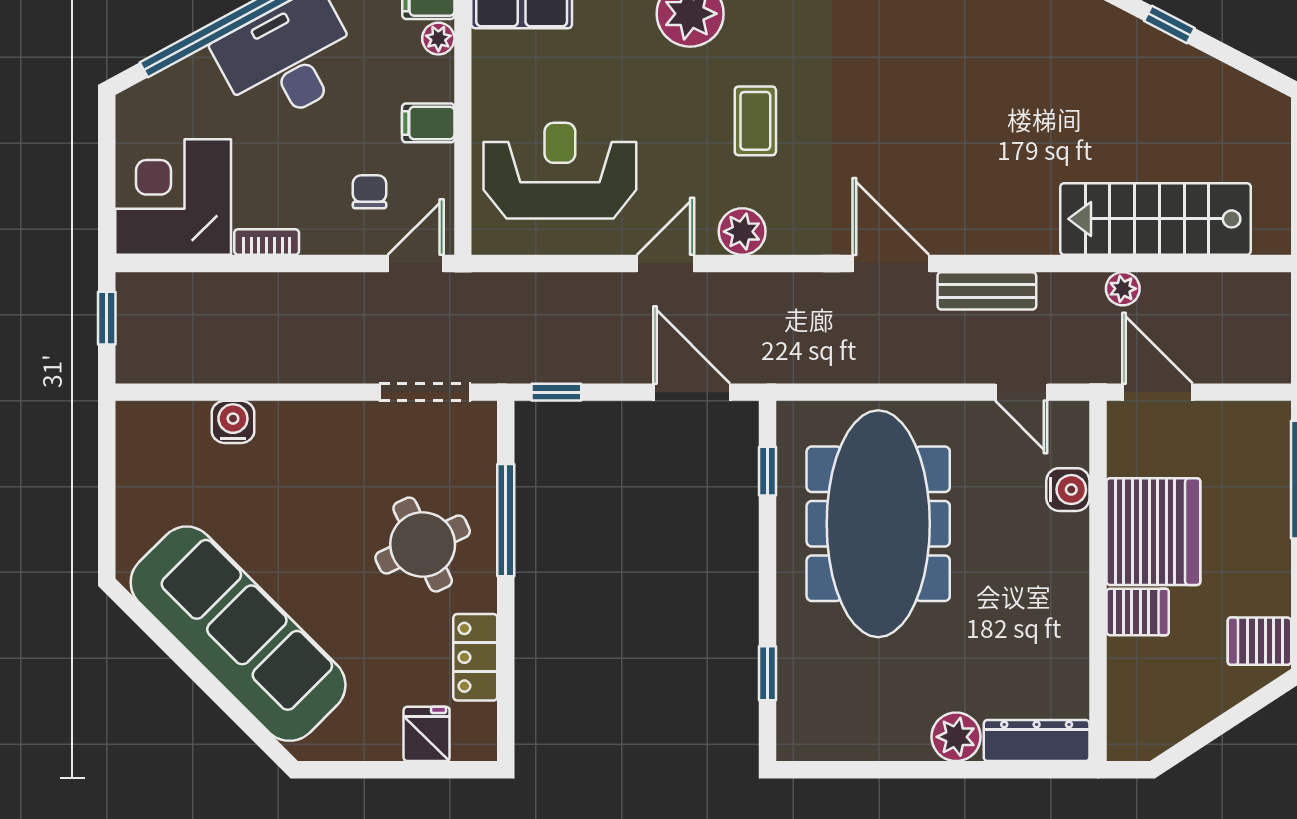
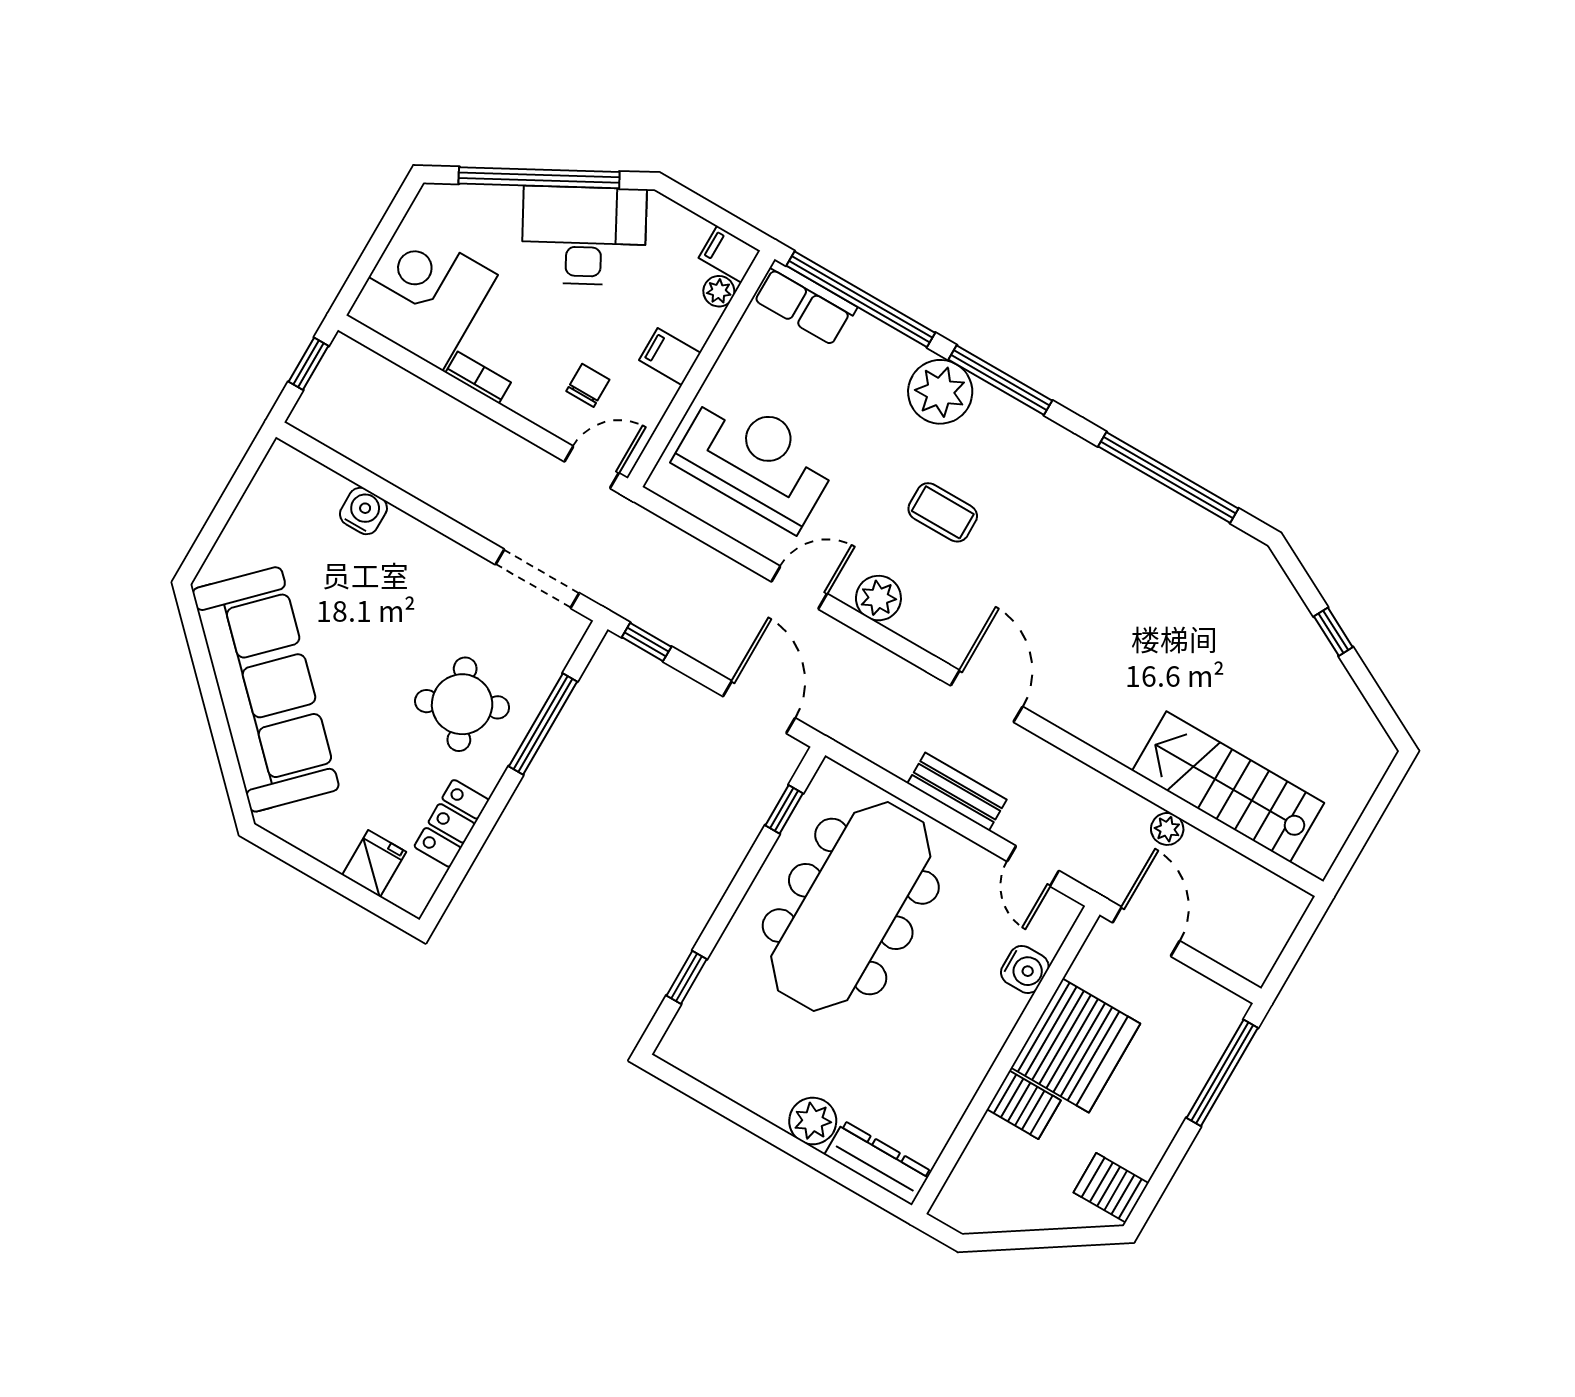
coffee table: (755, 121) -> (943, 512), turned 90
bench: (987, 291) -> (957, 792), moved

